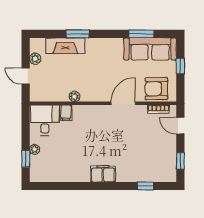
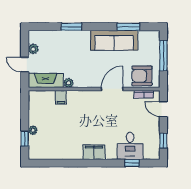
fireplace: (65, 46) -> (46, 80), moved, turned 180
sofa: (150, 49) -> (114, 40), moved
window: (180, 66) -> (163, 56), width x2.17
desk: (45, 120) -> (130, 146), moved, turned 180

